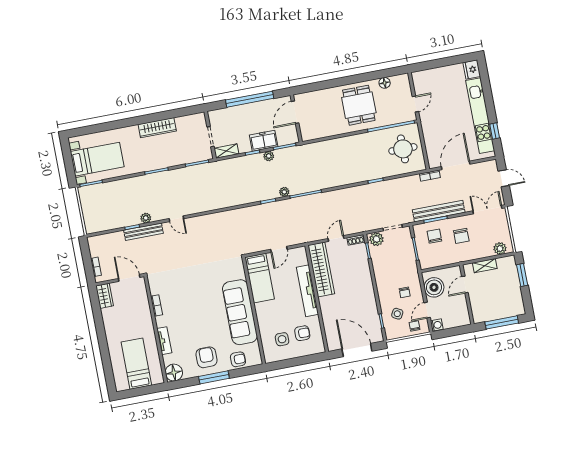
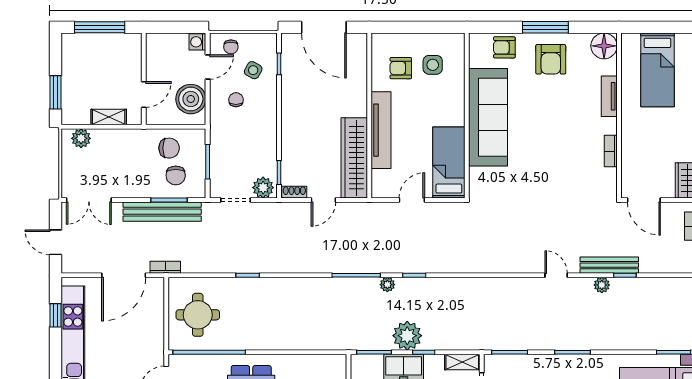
plant: (269, 156) -> (407, 336), width x1.88, depth x1.88
chair: (461, 236) -> (169, 148), moved, turned 90

